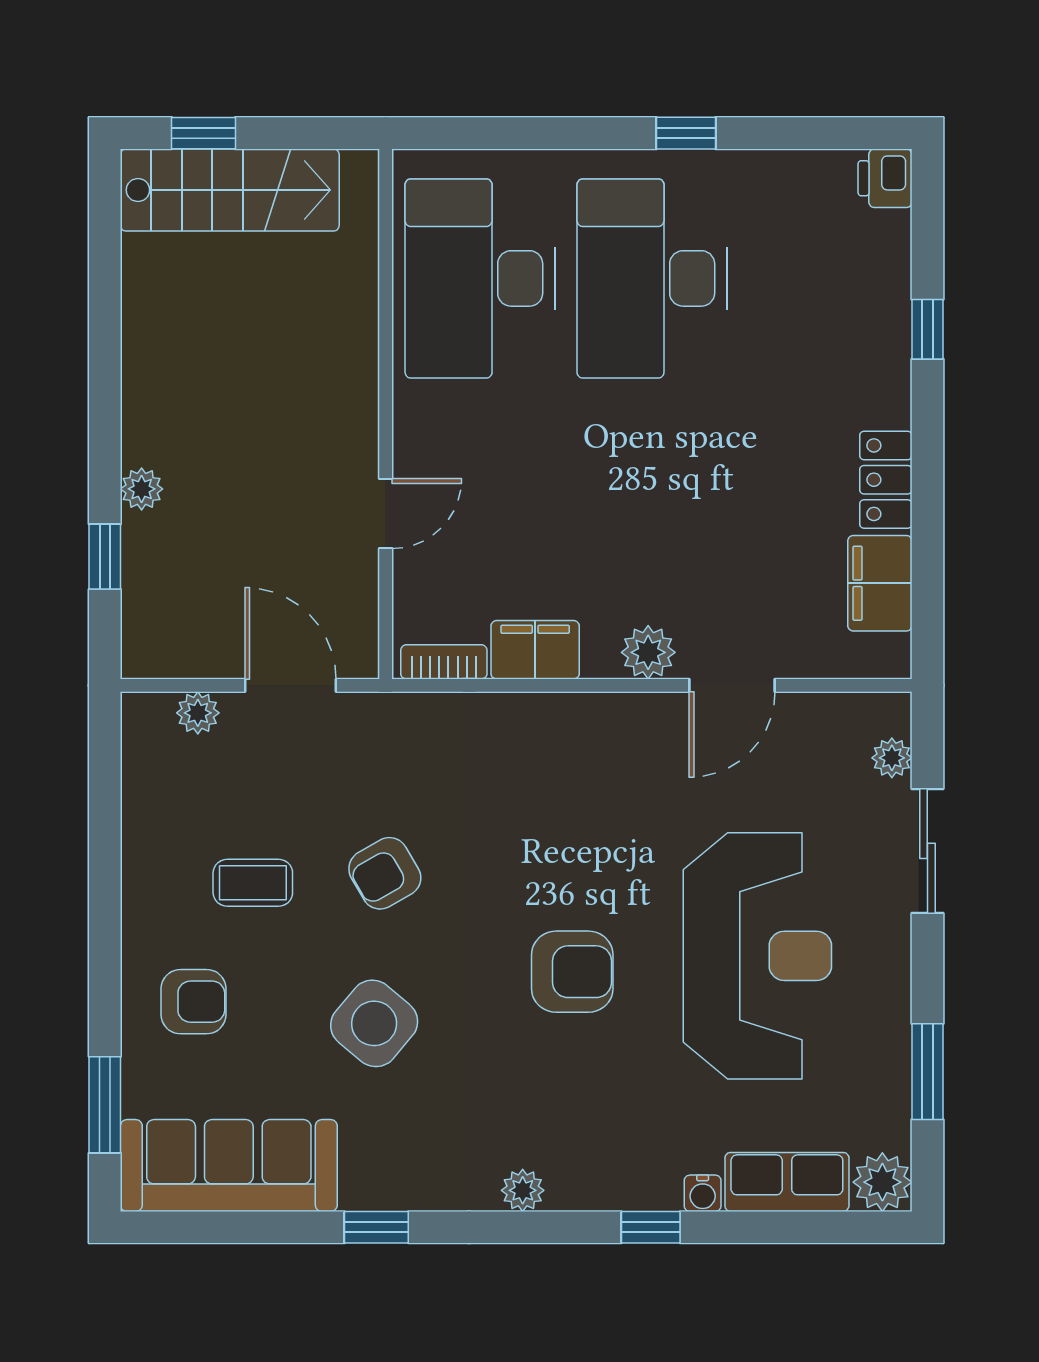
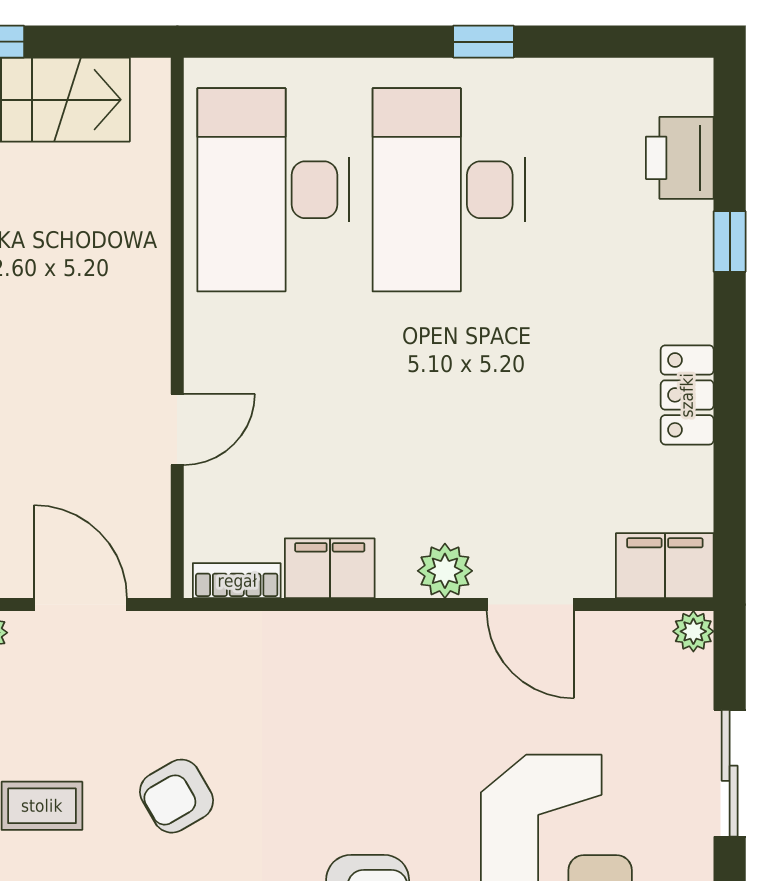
printer: (885, 178) -> (680, 158), moved, width x1.36, depth x1.24
filing cabinet: (880, 583) -> (665, 566), moved, turned 90
door: (732, 685) -> (530, 605), hinge flipped
plant: (892, 758) -> (693, 631), moved

